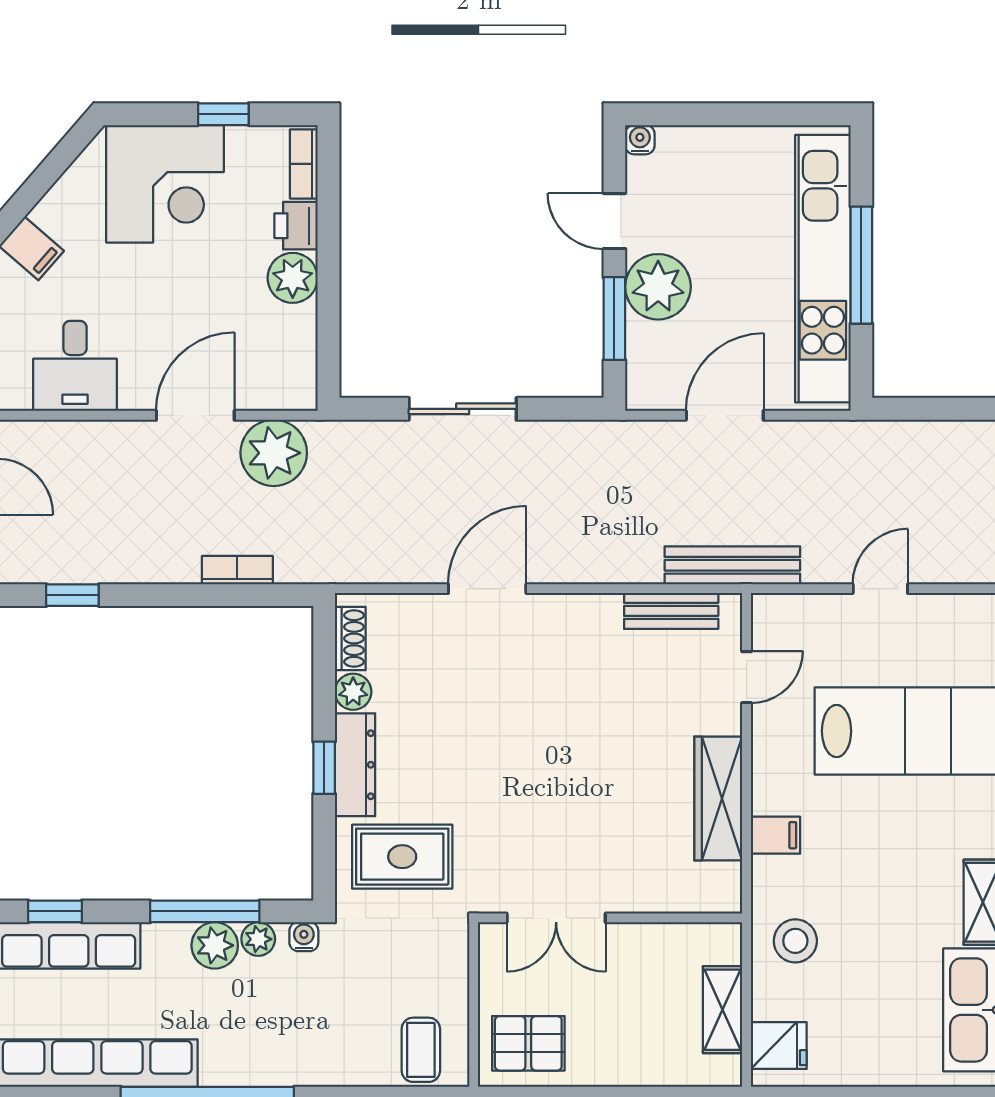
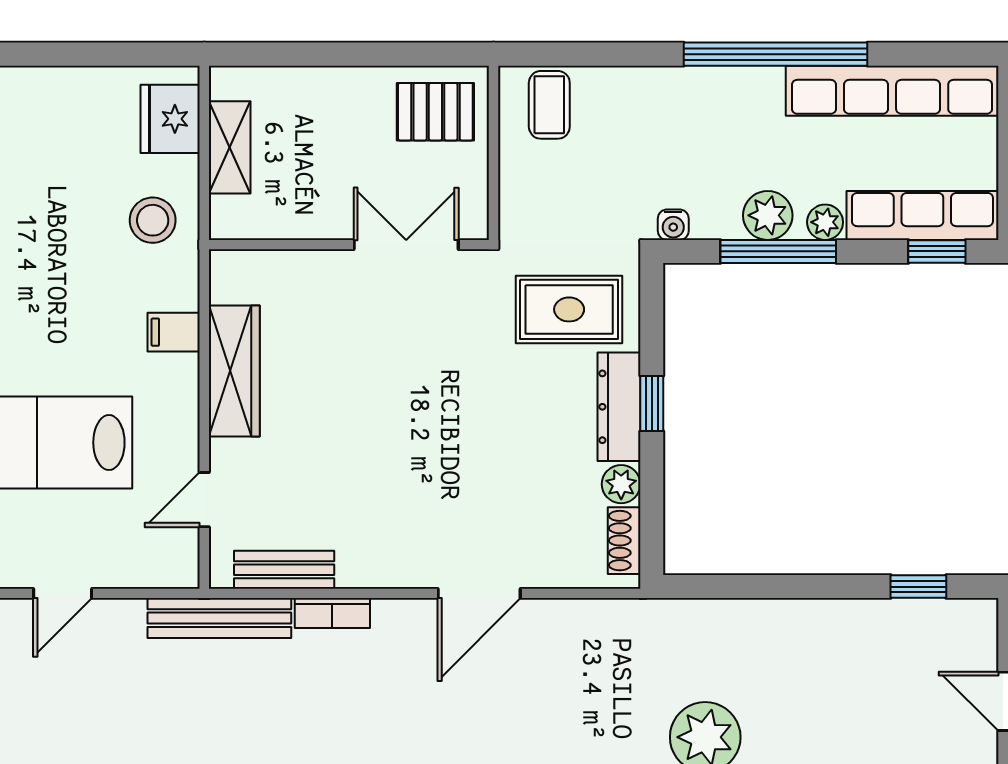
bookcase: (237, 570) -> (332, 613), moved
plant: (258, 939) -> (825, 222), moved
fridge: (779, 1046) -> (170, 119), width x1.38

